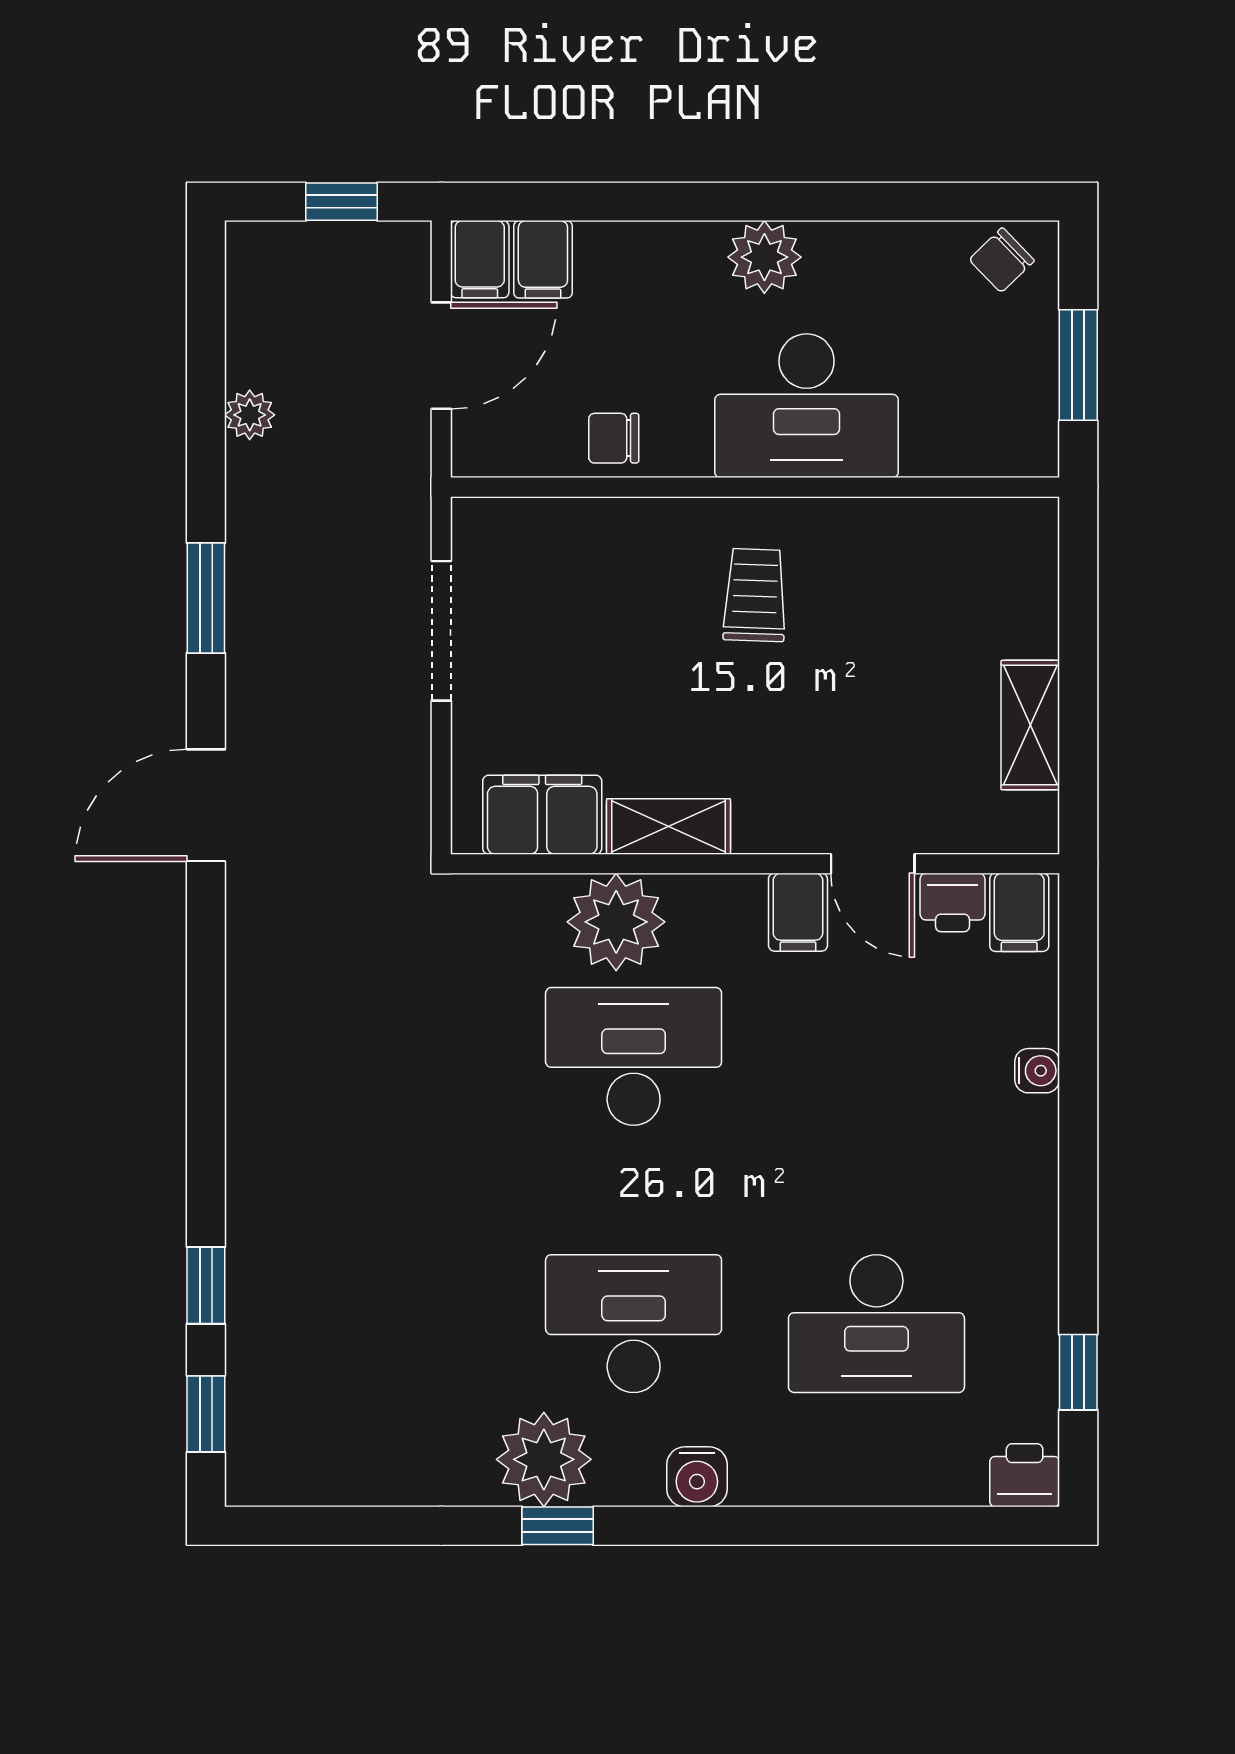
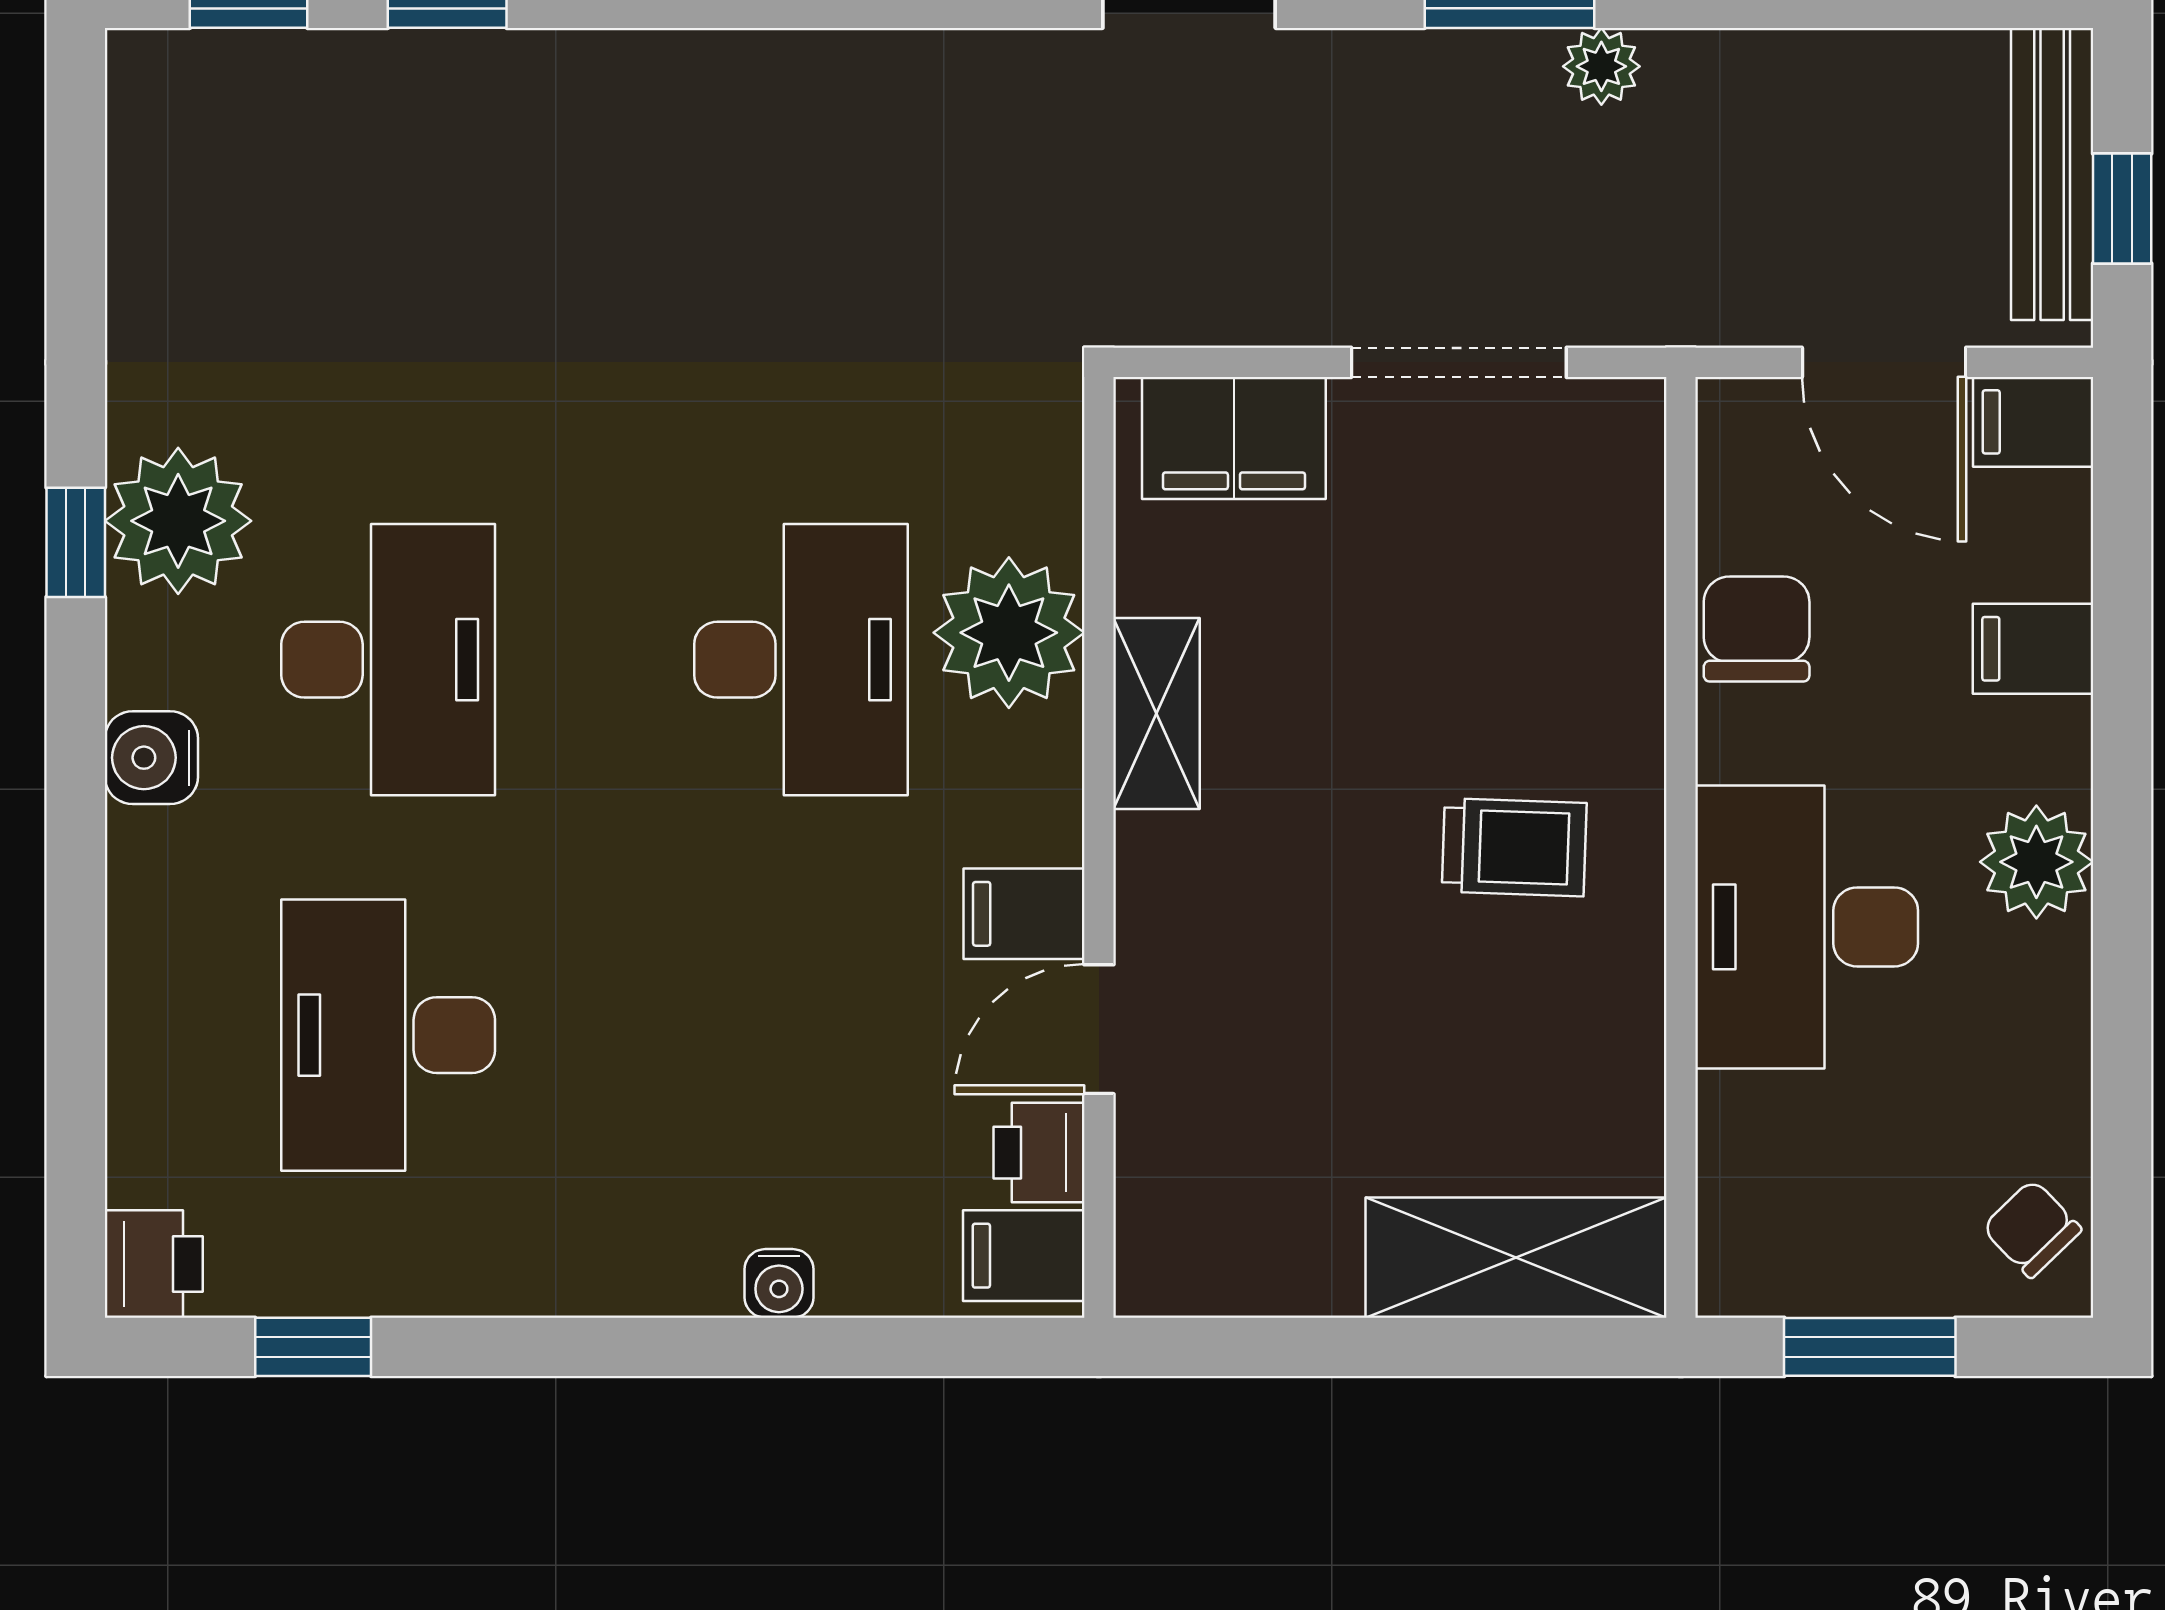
bench: (319, 247) -> (2052, 174), added
filing cabinet: (543, 259) -> (2033, 649), moved
plant: (250, 415) -> (1601, 66), moved
chair: (614, 438) -> (1757, 629), width x1.37, depth x1.37
shelving: (1030, 725) -> (1516, 1258), moved, width x1.50, depth x1.33
filing cabinet: (542, 815) -> (1234, 438), moved, turned 90

